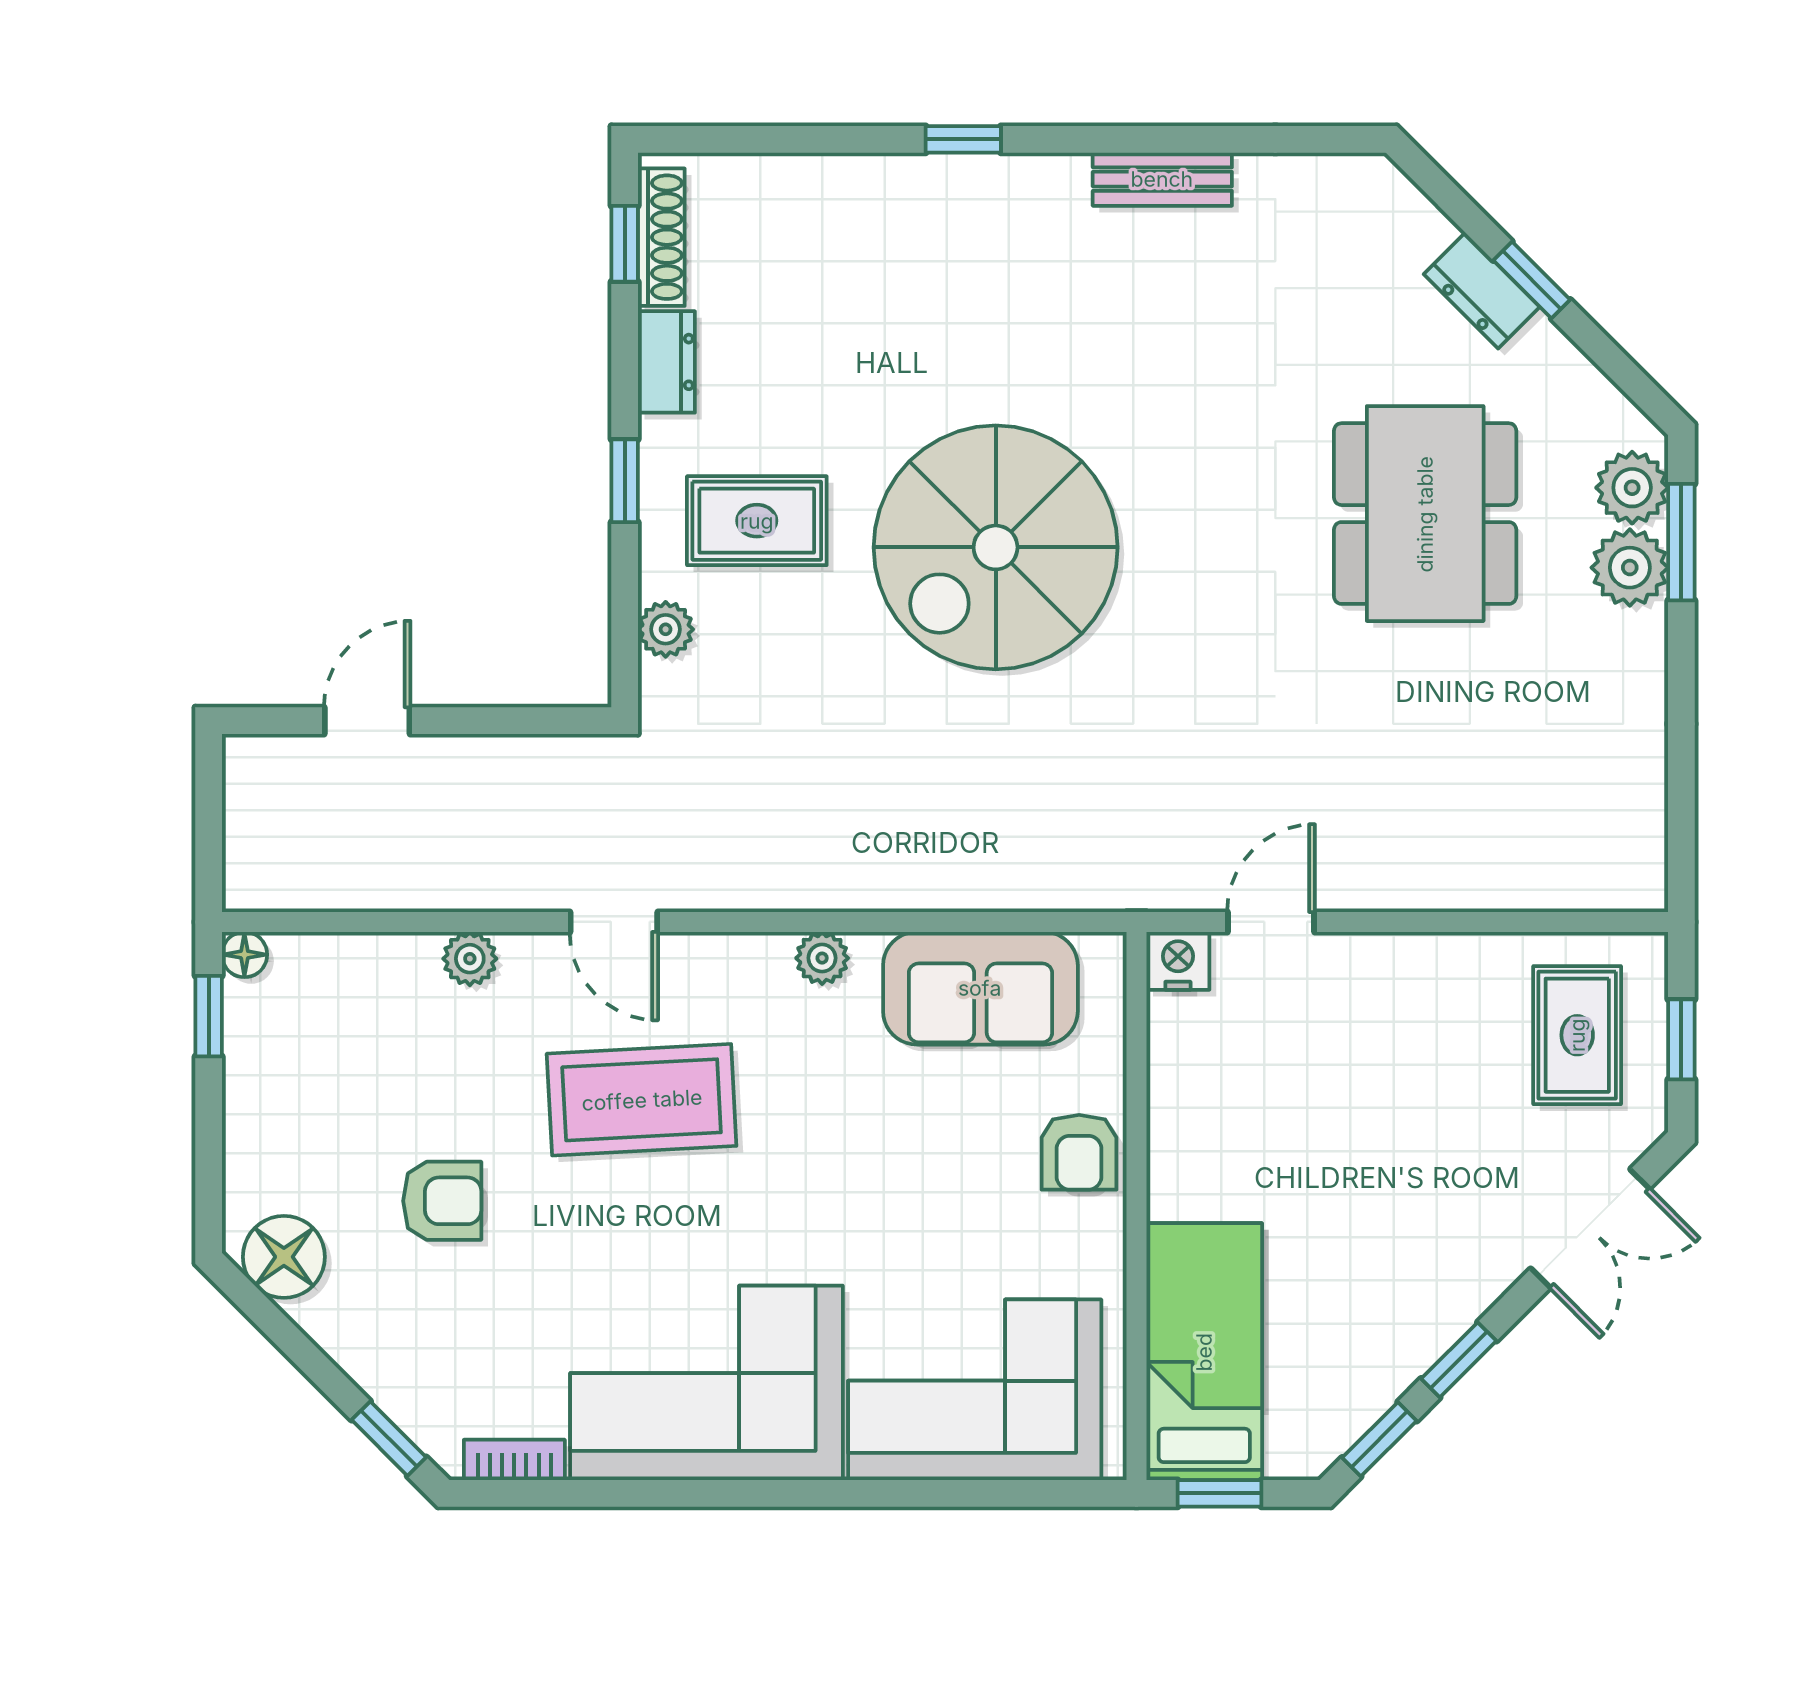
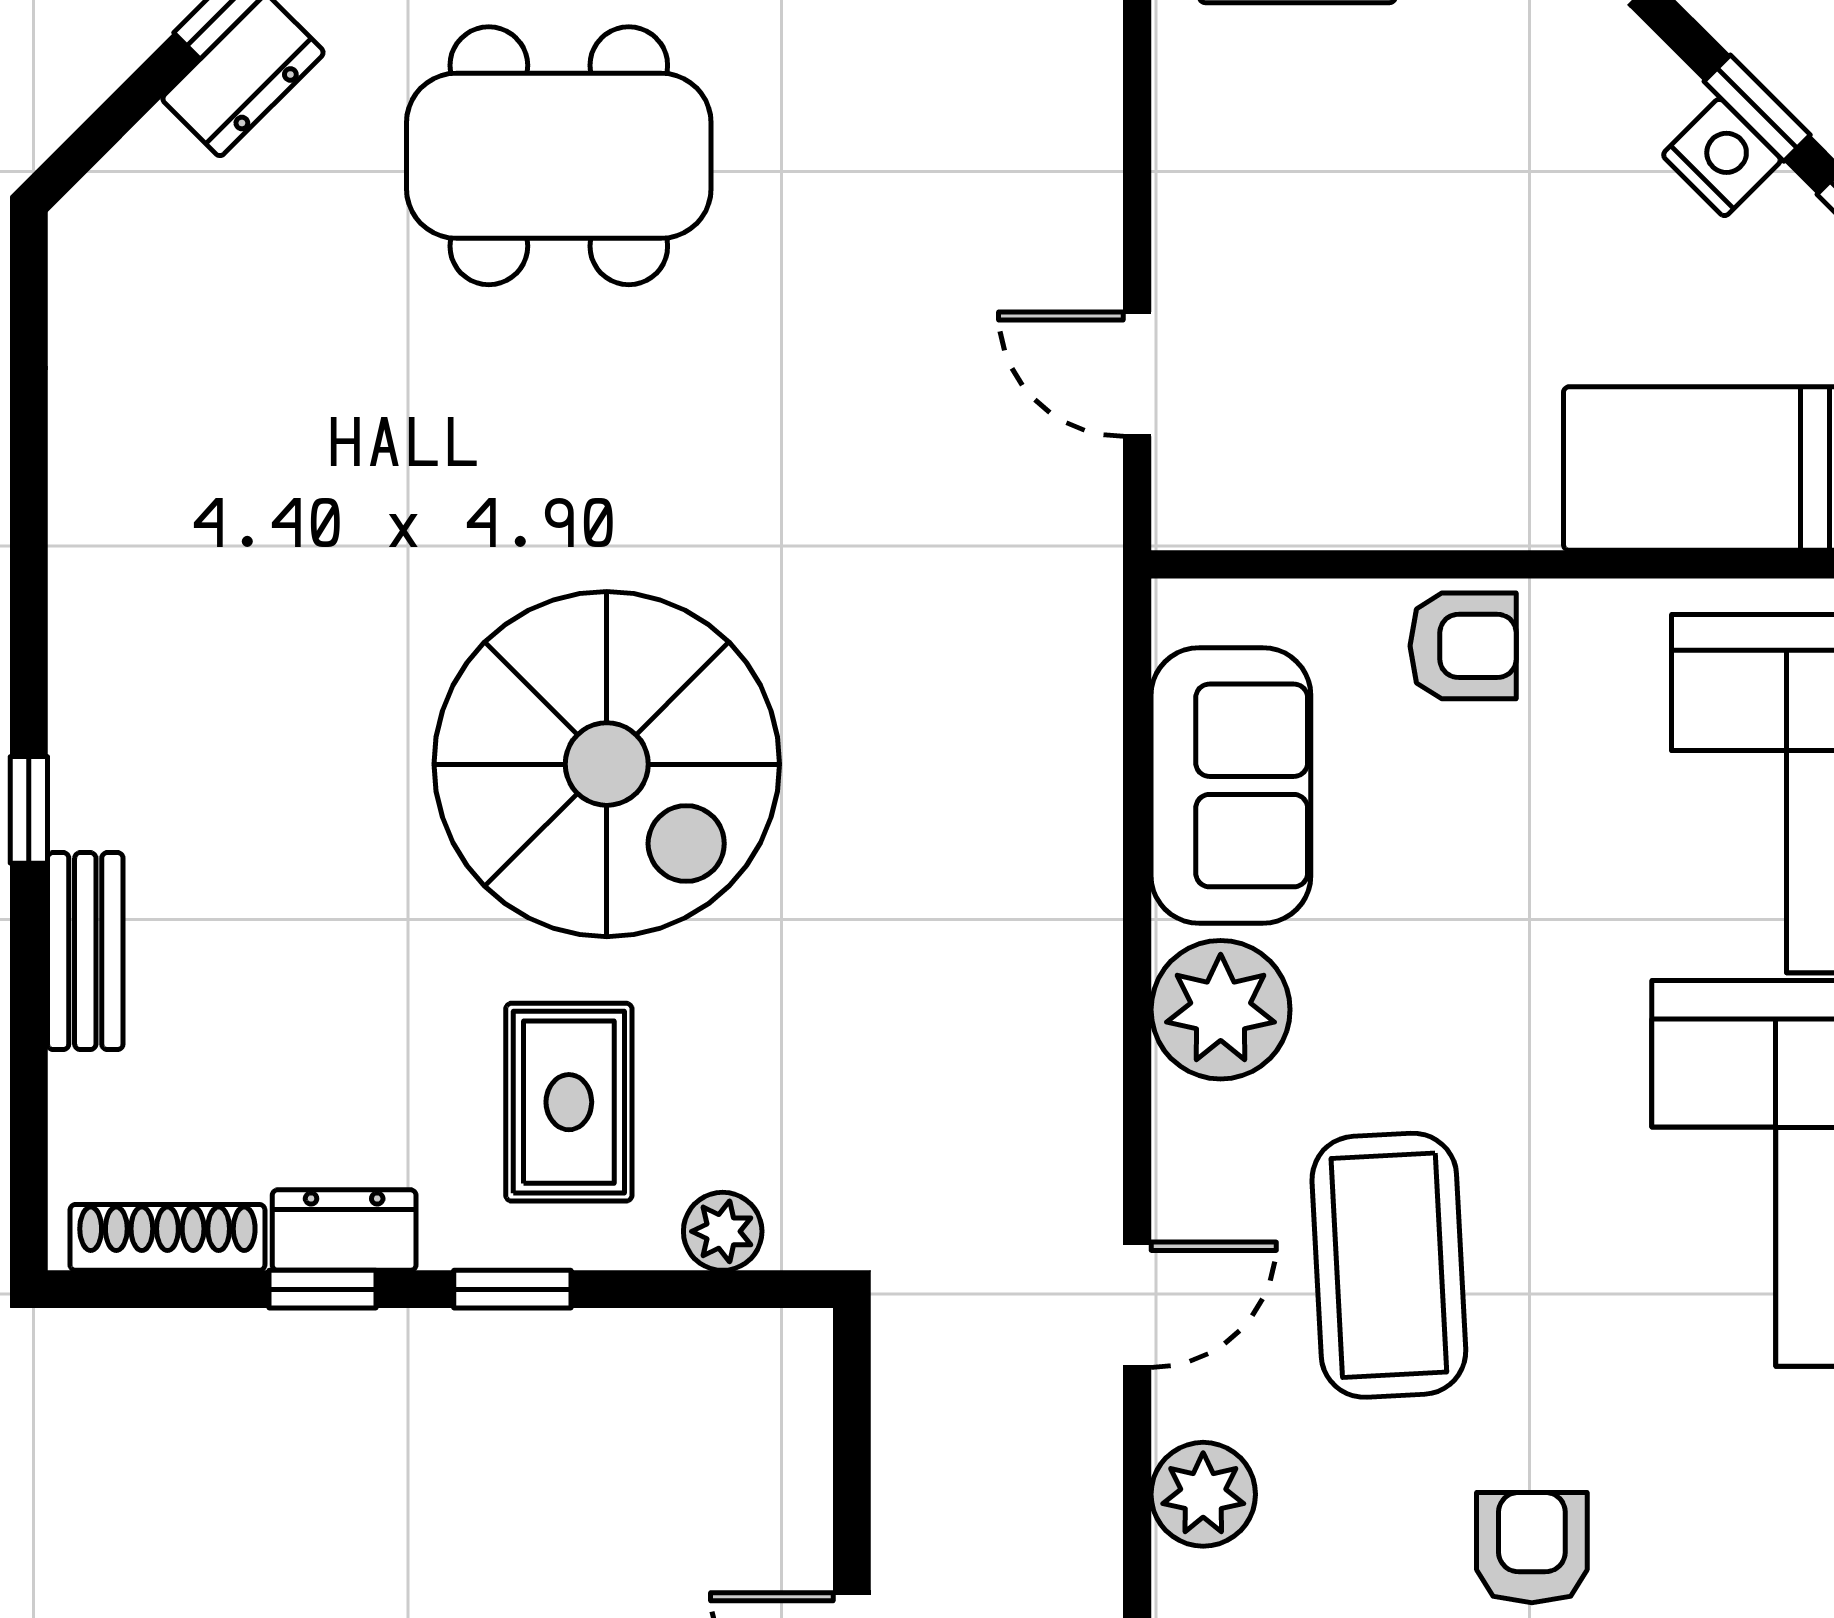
bench: (1162, 179) -> (85, 951), moved
window: (625, 244) -> (322, 1289), moved
plant: (822, 958) -> (1221, 1010), width x1.88, depth x1.88
plant: (470, 959) -> (1203, 1494), width x1.38, depth x1.38
nightstand: (1178, 961) -> (1722, 157), moved, turned 135

